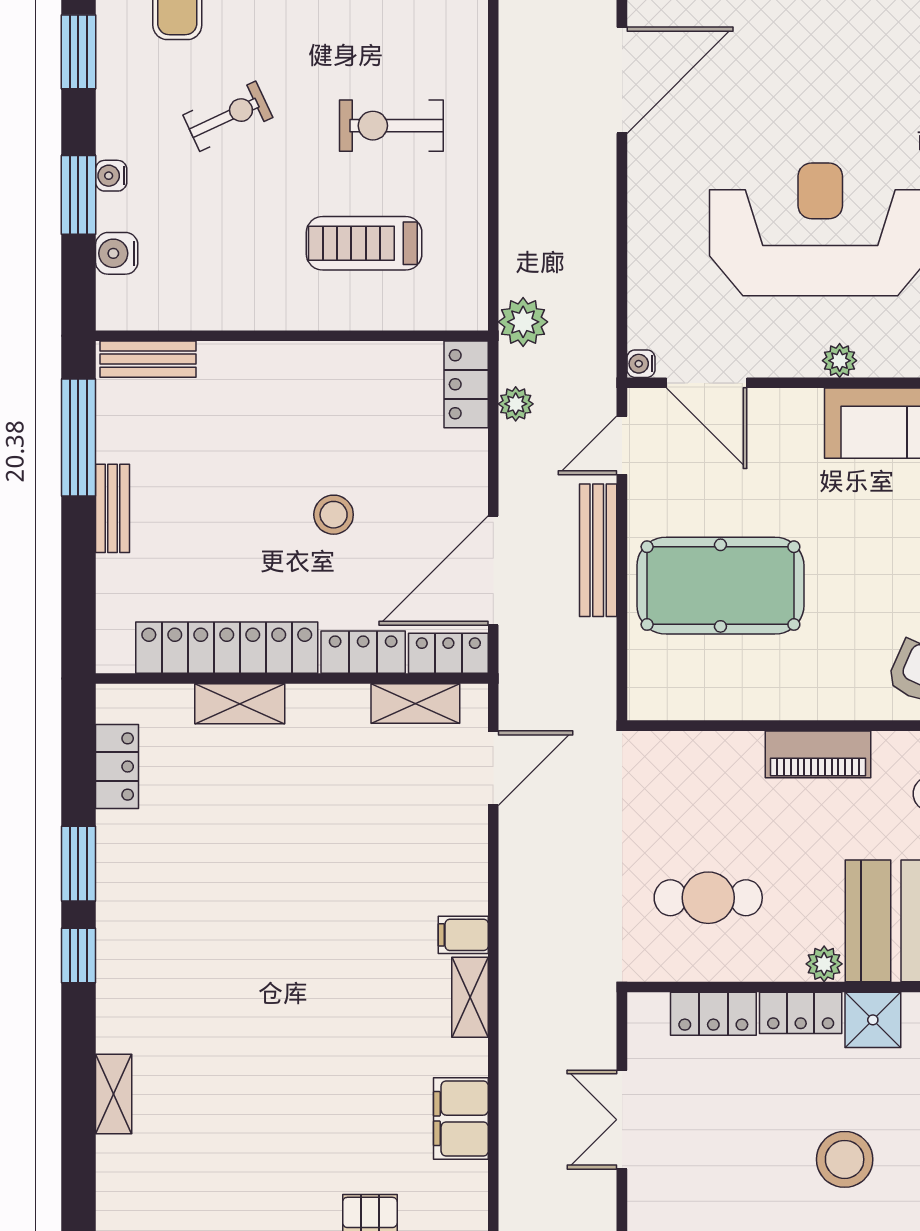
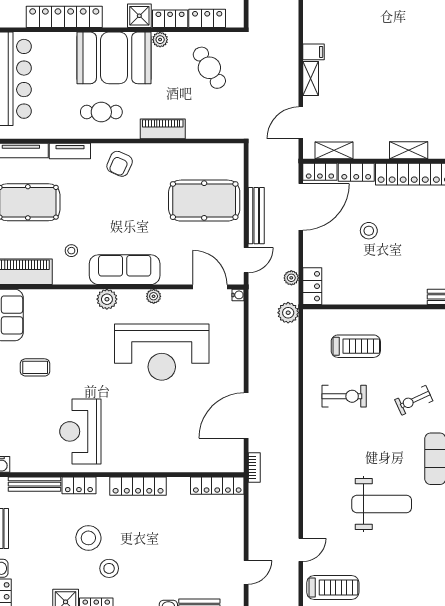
cafe table: (708, 898) -> (209, 68), turned 58
shelving: (470, 997) -> (311, 78), moved

